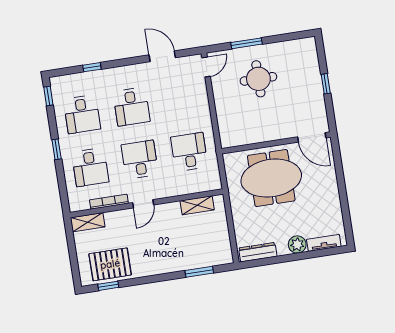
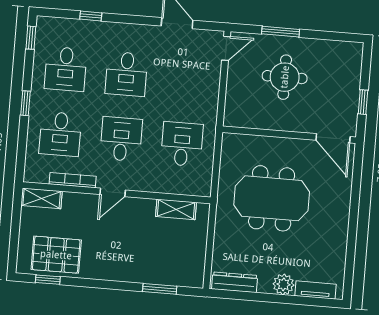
door: (312, 137) -> (333, 138), moved
wall: (276, 143) -> (289, 135), moved

